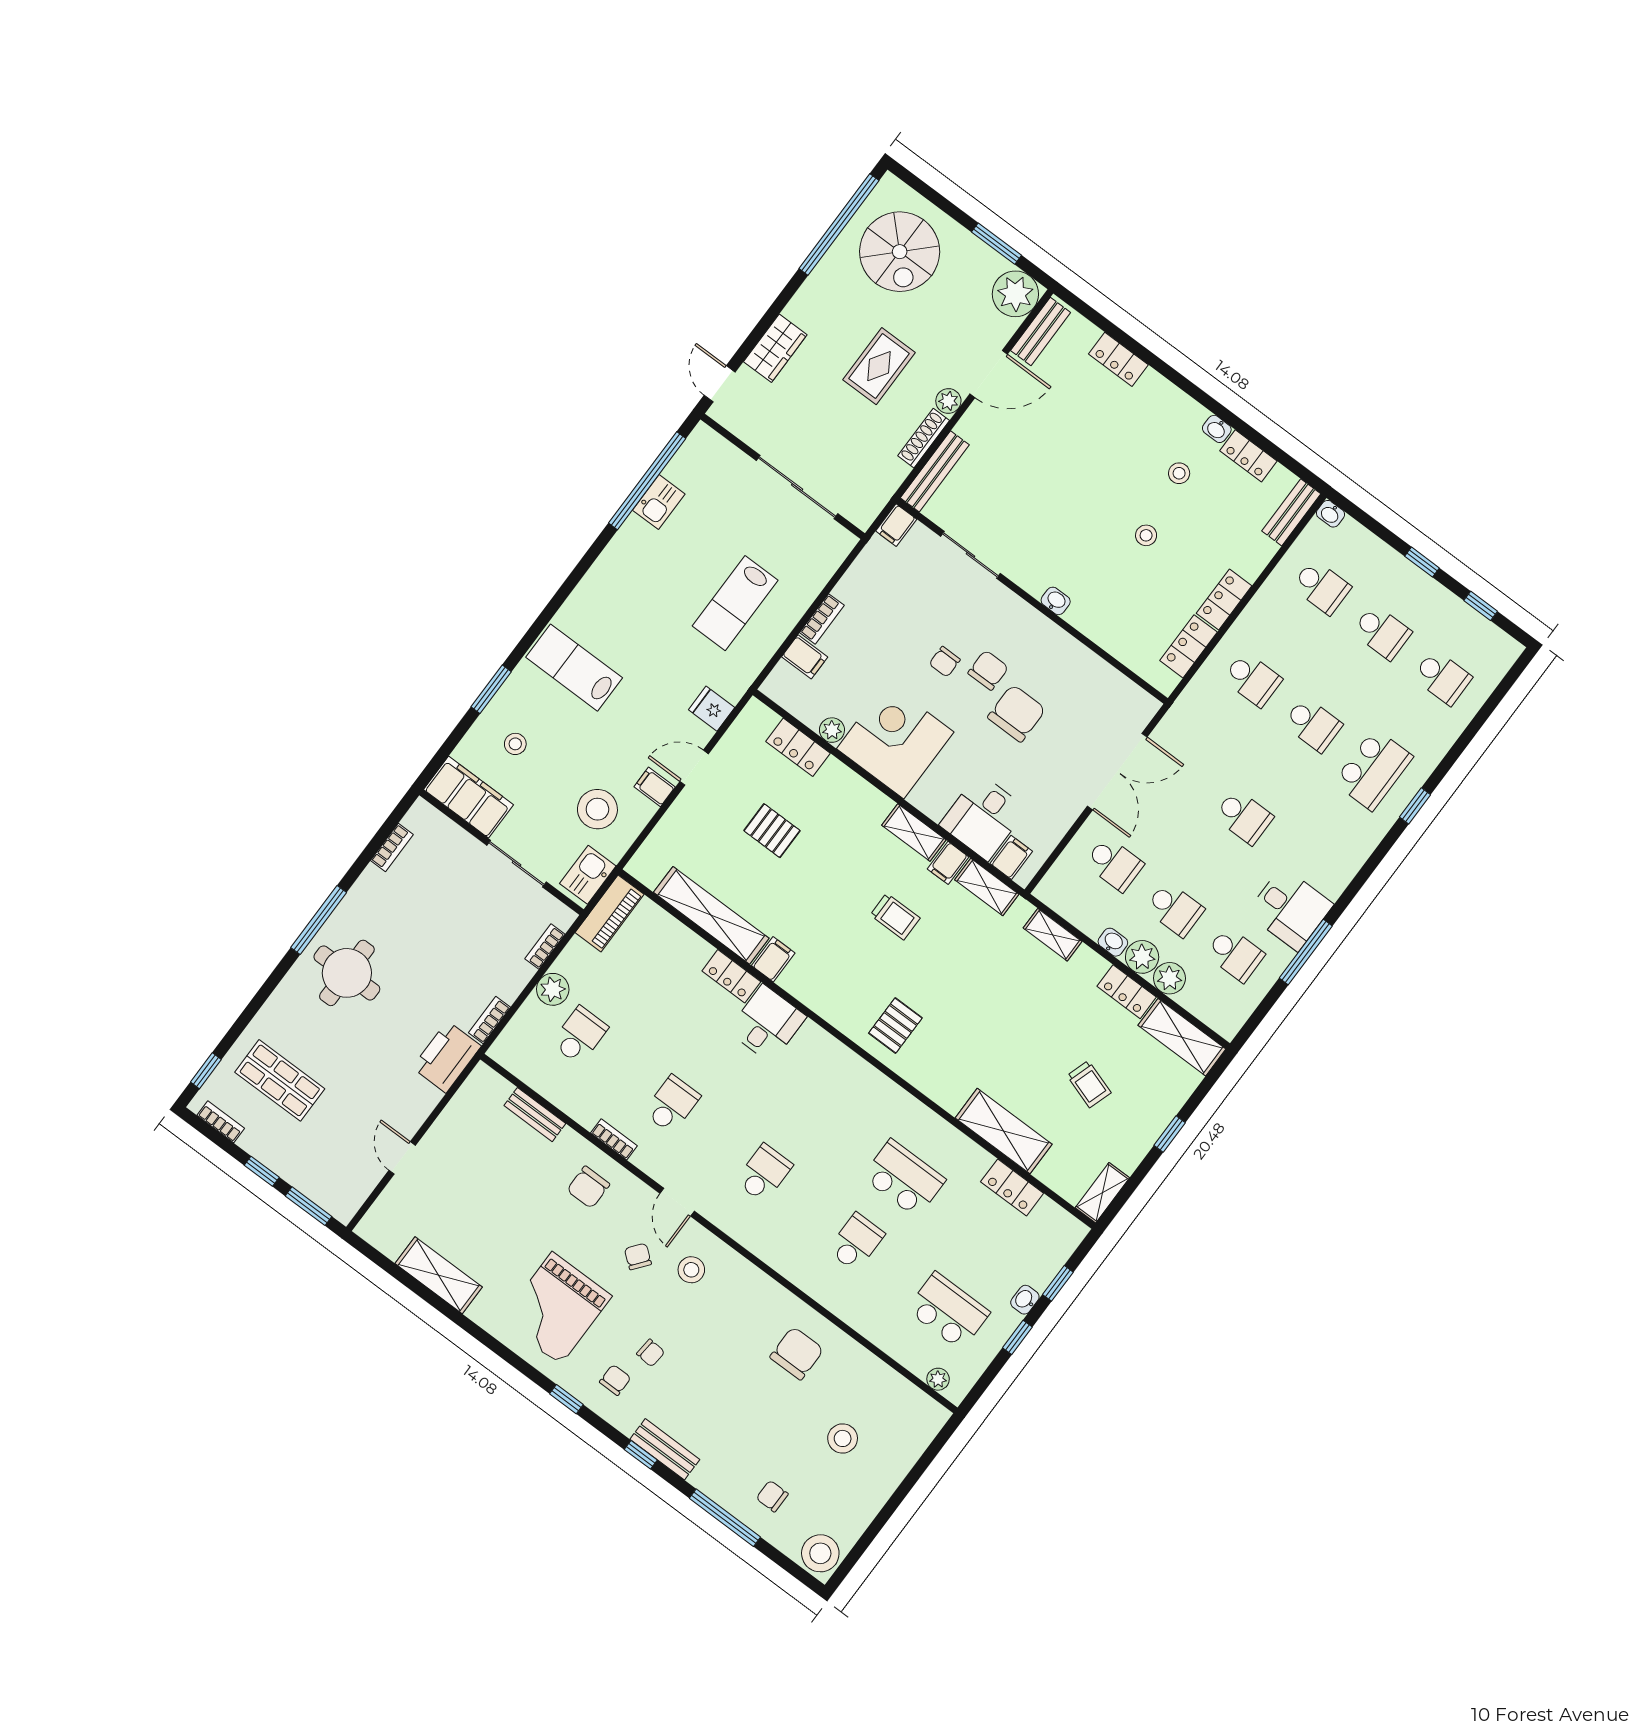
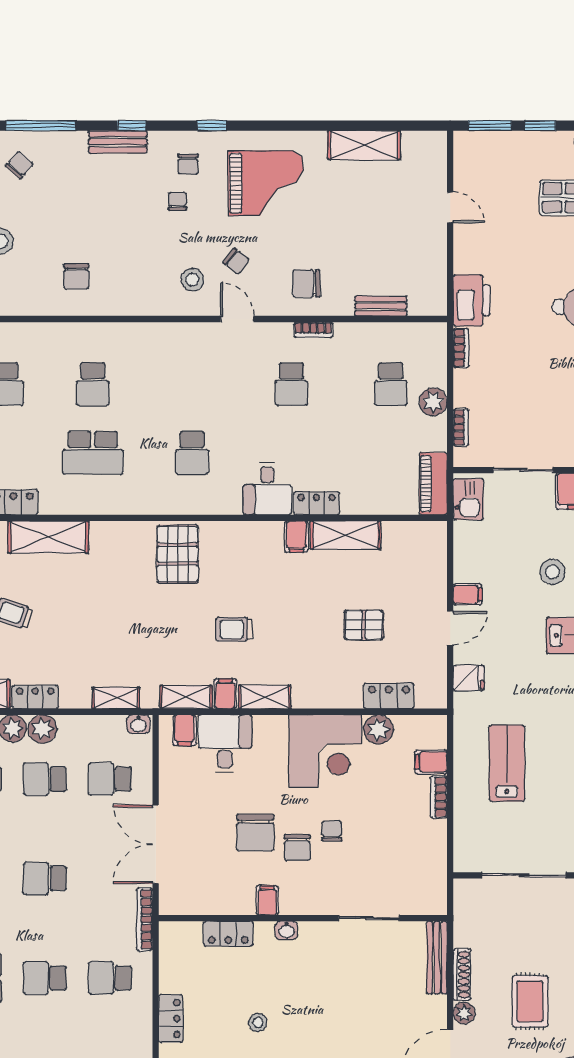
filing cabinet: (896, 525) -> (267, 900), moved
locker: (1188, 646) -> (228, 934), moved, turned 90
bookcase: (1180, 710) -> (145, 919), added
plant: (832, 730) -> (378, 729), width x1.38, depth x1.38
stool: (597, 809) -> (553, 572), moved, width x0.73, depth x0.73
shelving: (711, 915) -> (345, 535), width x0.68
washbasin: (1113, 942) -> (139, 724), moved
pallet: (895, 1026) -> (178, 554), width x1.50, depth x1.42
school desk: (764, 1173) -> (192, 453), moved
chair: (588, 1187) -> (306, 283), turned -90
grand piano: (556, 1308) -> (266, 183), turned 90
chair: (651, 1353) -> (178, 201), turned 85
chair: (797, 1353) -> (76, 276), width x0.73, depth x0.73
chair: (772, 1496) -> (19, 165), turned -49

